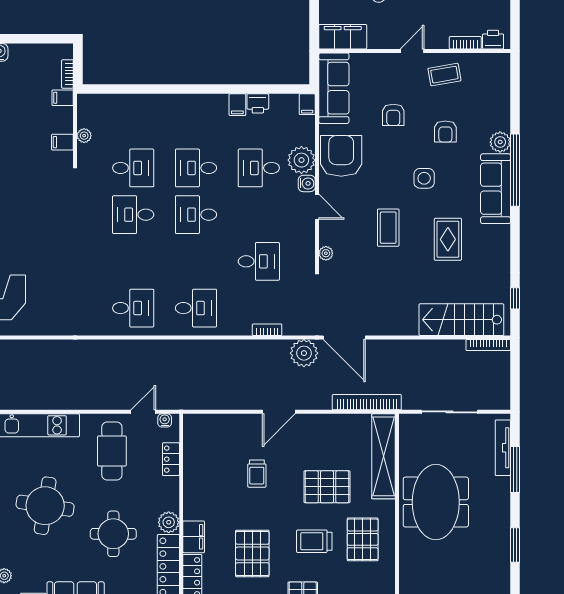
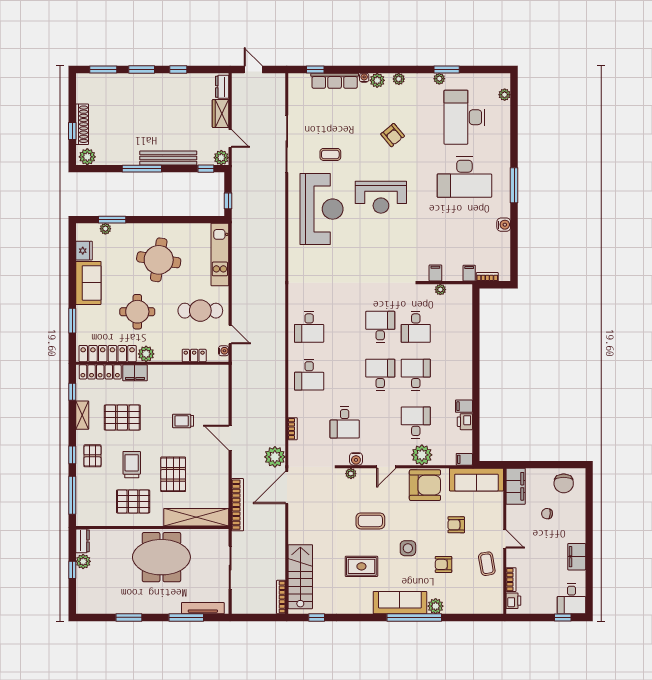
water cooler: (307, 183) -> (356, 459), moved

